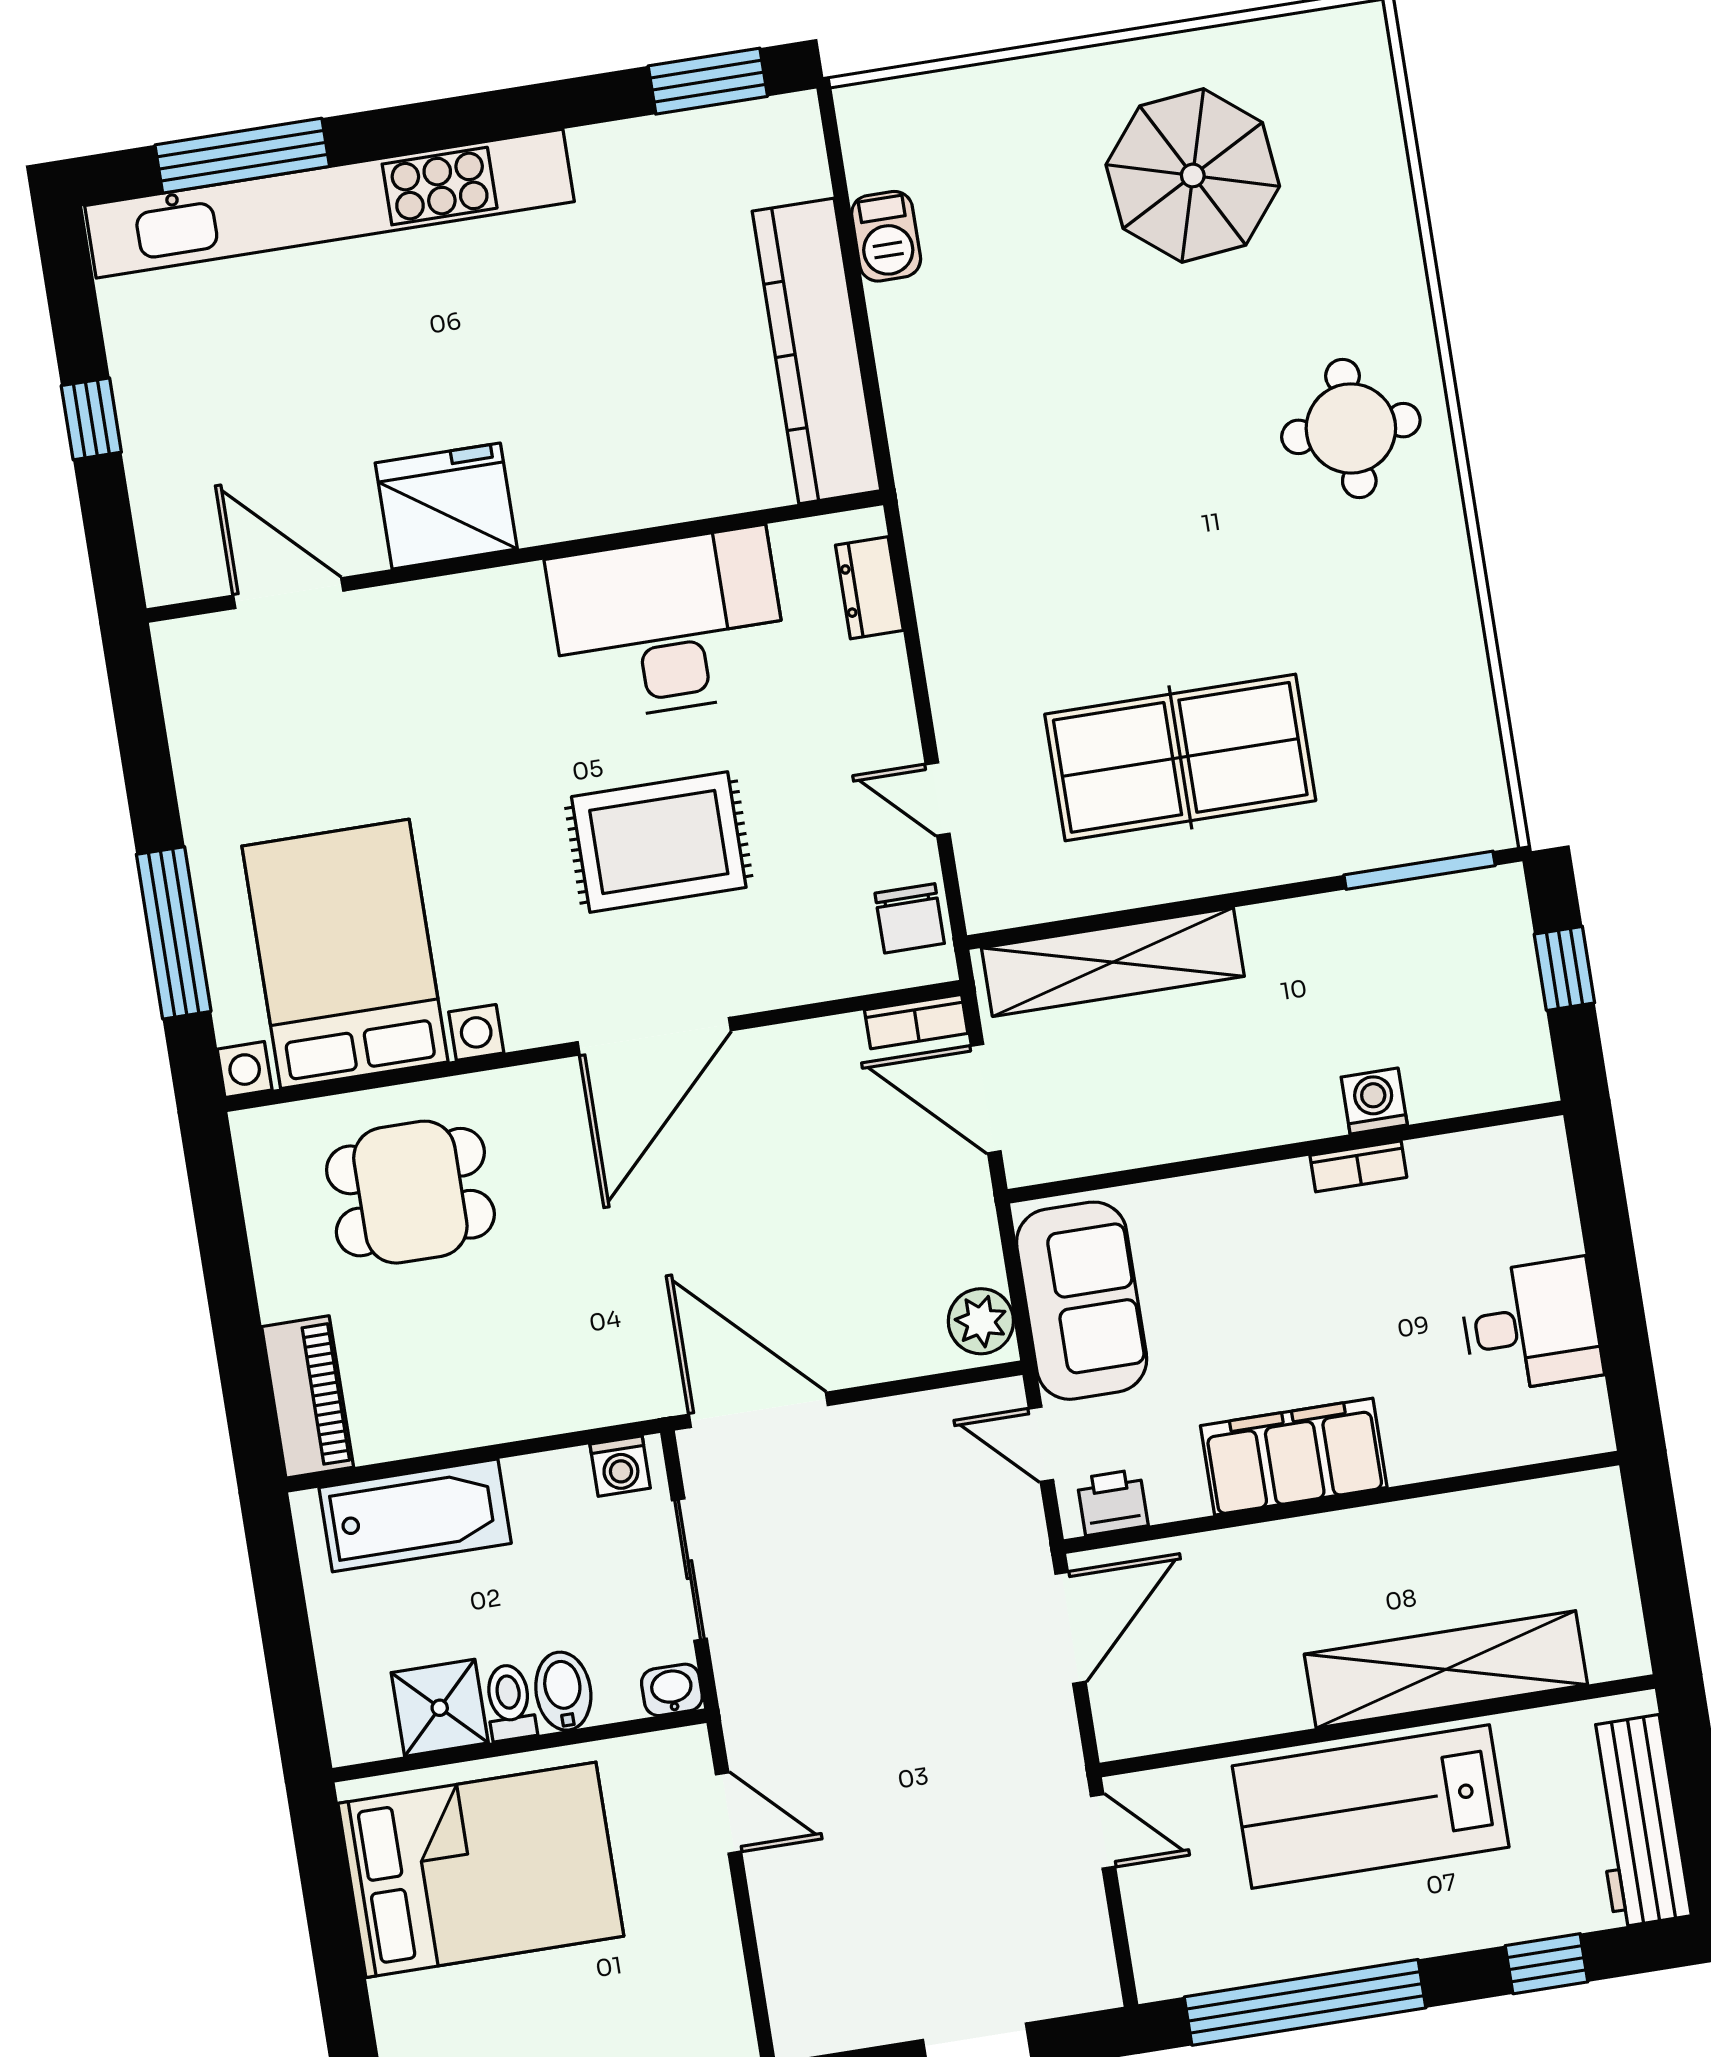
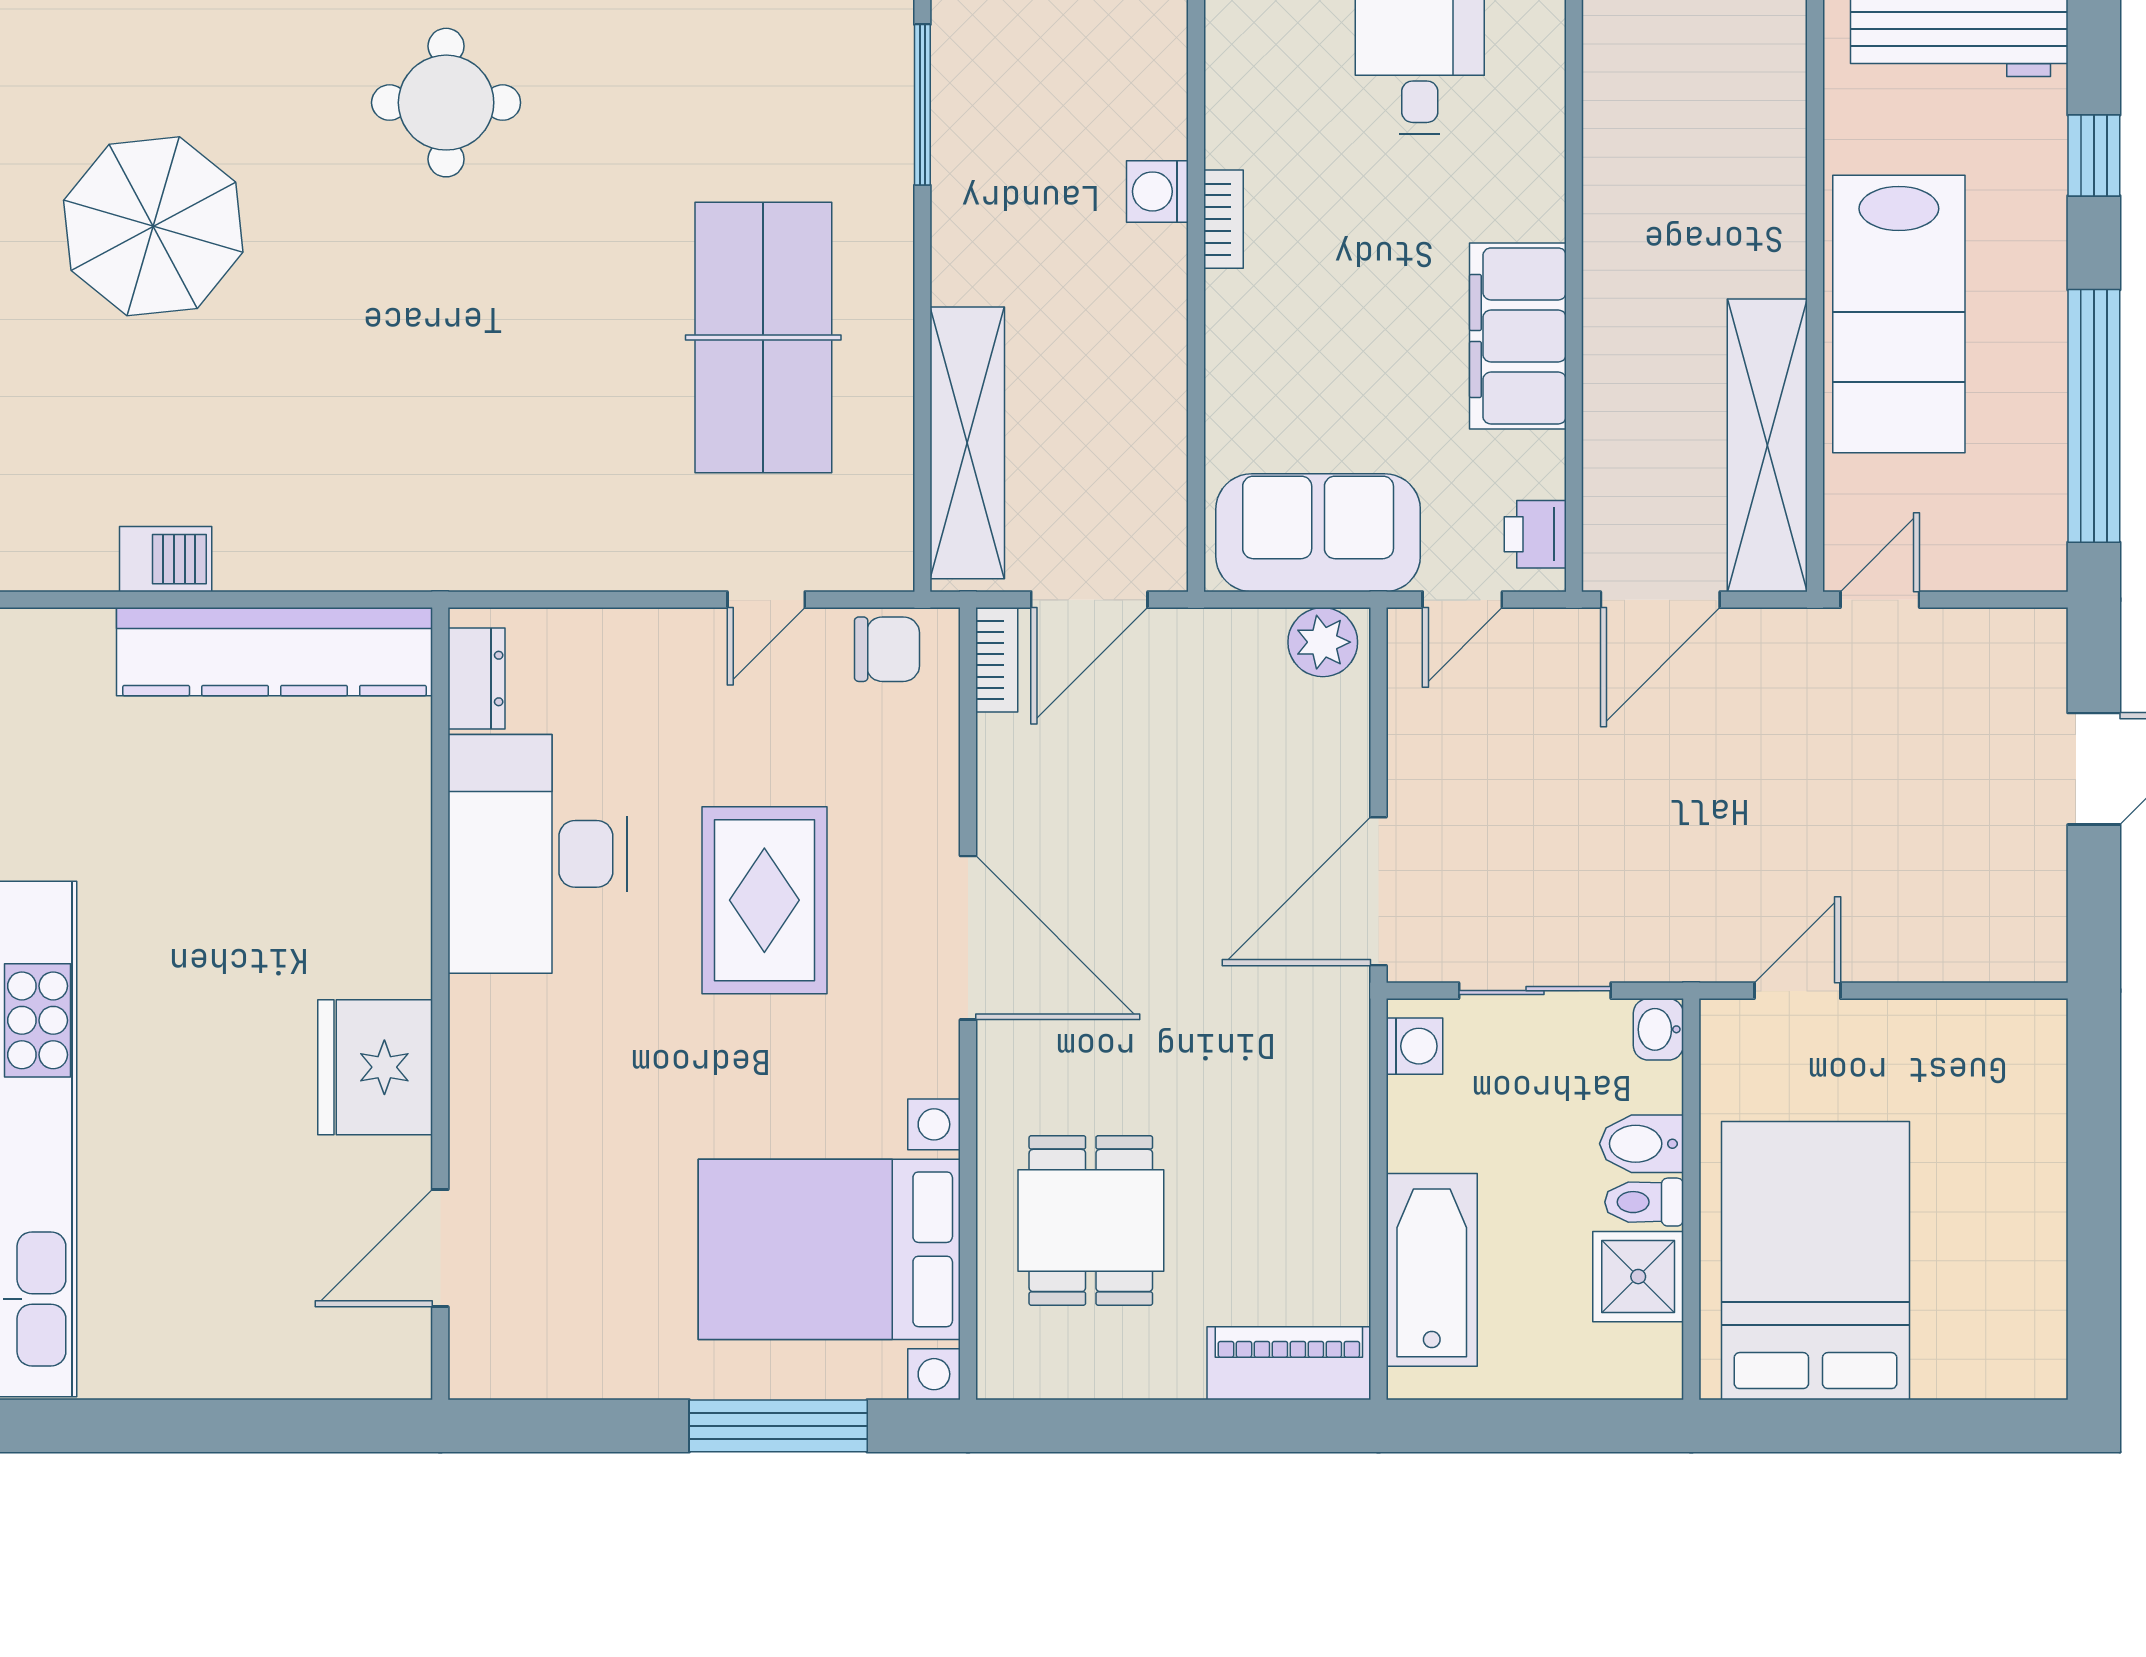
window: (91, 419) -> (224, 1426), removed
dresser: (869, 588) -> (476, 678), moved, turned -90
door: (1070, 1628) -> (1660, 600), swing flipped
shelving: (1446, 1669) -> (1767, 445), moved

